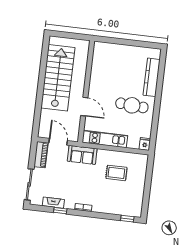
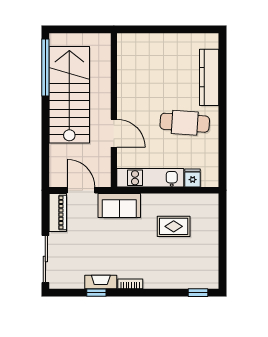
window: (44, 58) -> (45, 68), added
fridge: (145, 144) -> (193, 178), moved
fireplace: (53, 203) -> (101, 282), moved

